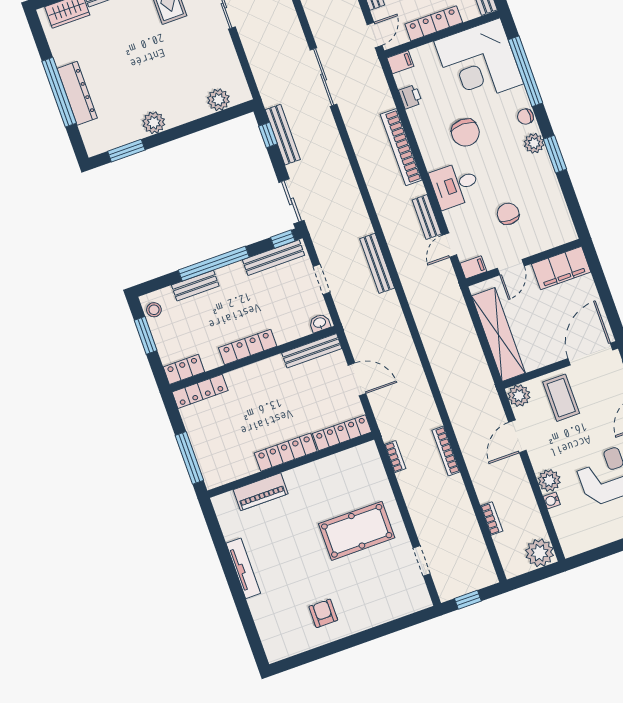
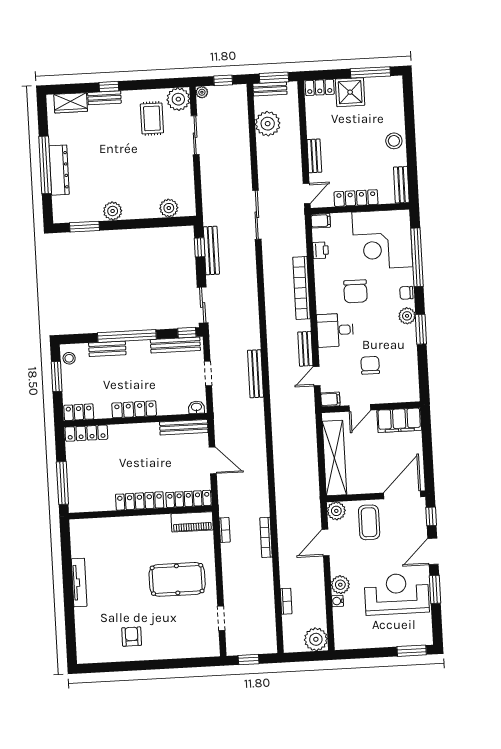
piano: (261, 492) -> (192, 522), moved

